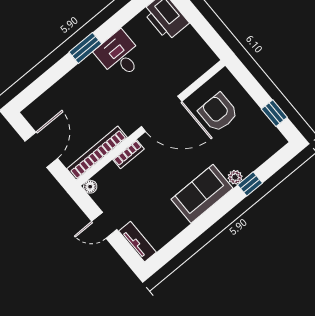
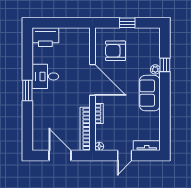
window: (274, 113) -> (127, 23), moved
door: (162, 114) -> (93, 80), hinge flipped

